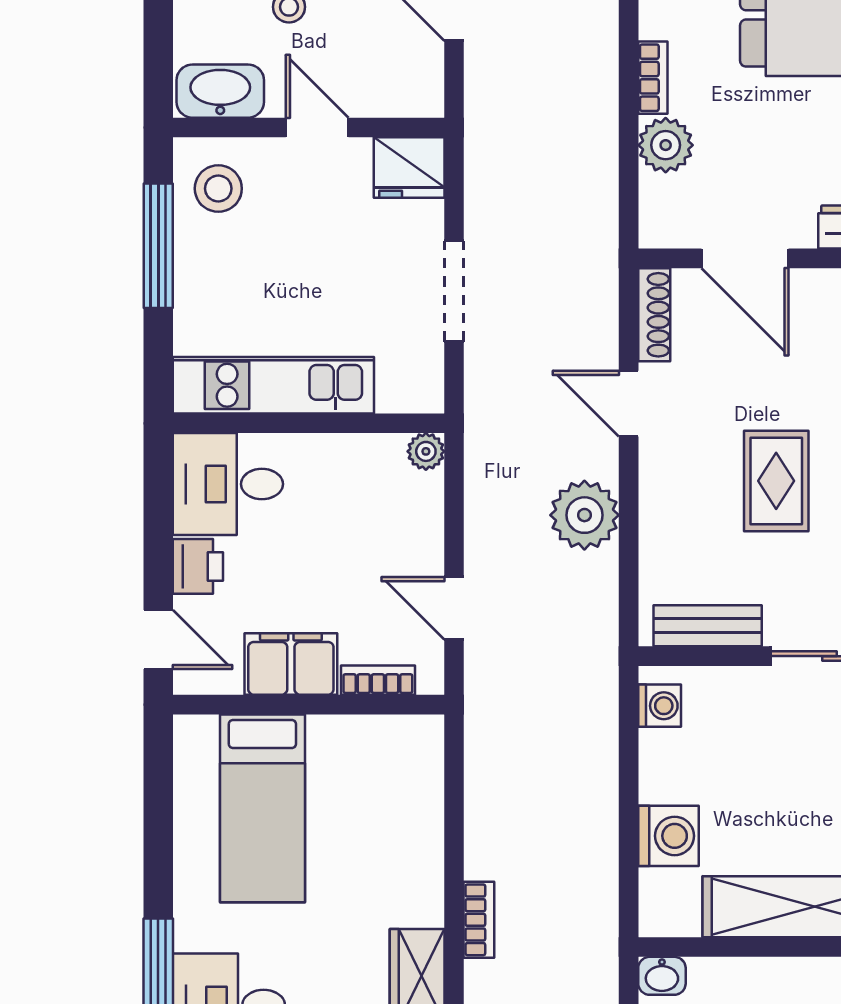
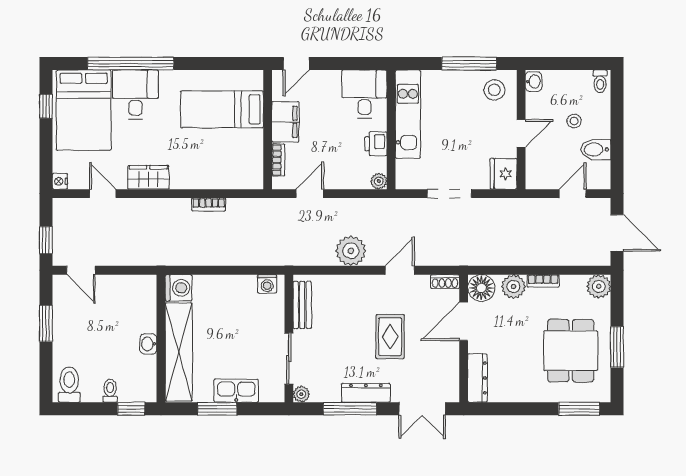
washbasin: (220, 91) -> (534, 82), width x0.52, depth x0.69
floor lamp: (669, 218) -> (481, 288), added
shoe rack: (654, 315) -> (445, 281), width x0.70
rug: (776, 481) -> (390, 337), moved, turned 90
printer: (198, 566) -> (376, 144), moved, turned 90
washing machine: (669, 836) -> (179, 288), moved, turned -90
bookcase: (479, 920) -> (209, 204), moved
washbasin: (662, 976) -> (148, 344), moved

